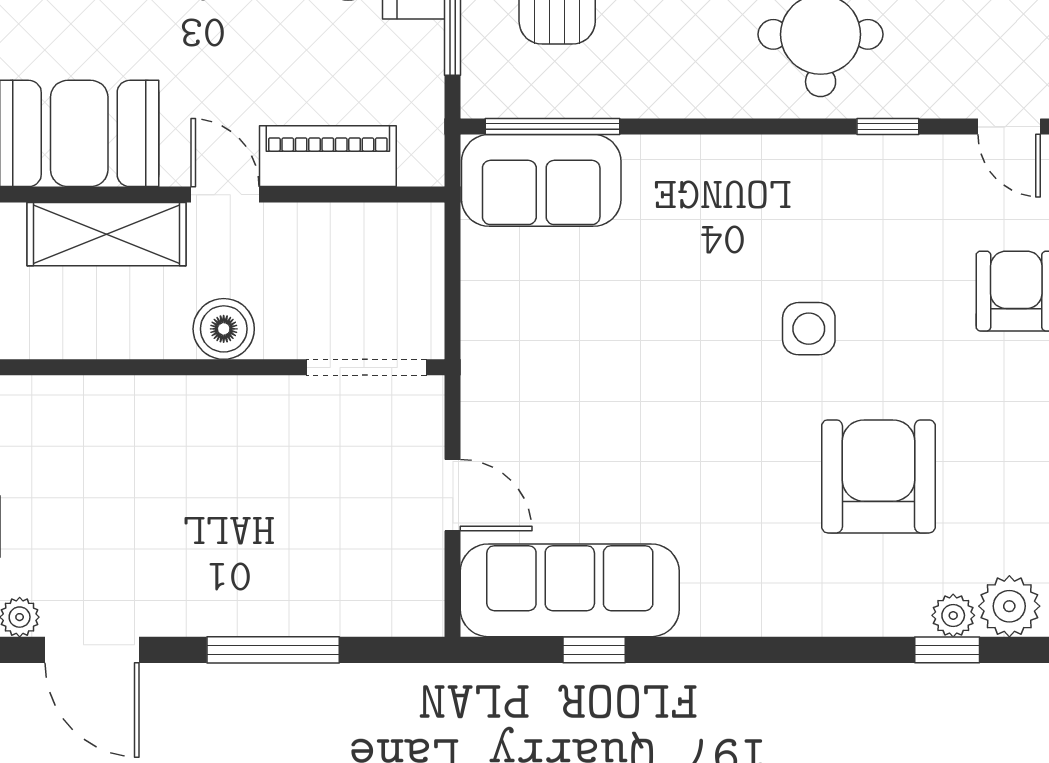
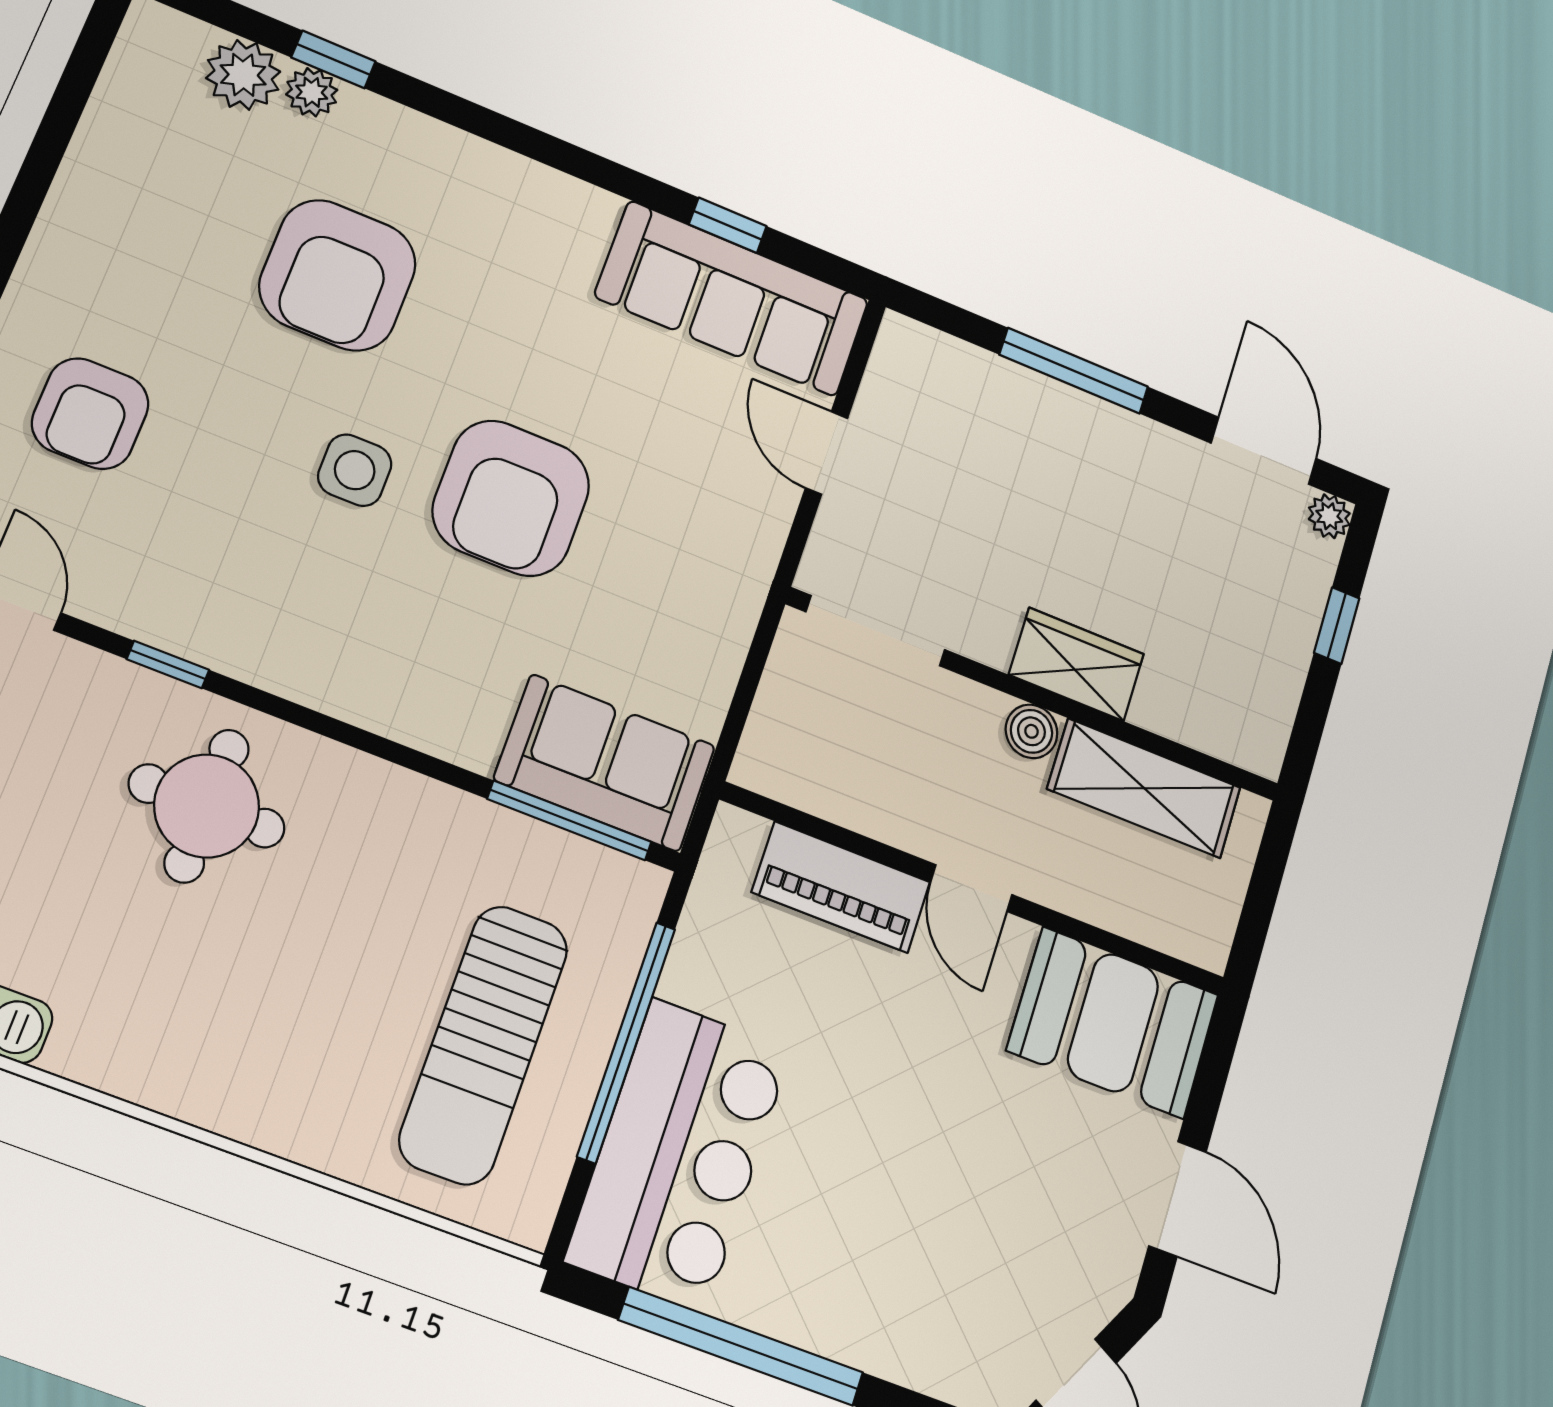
shelving: (107, 234) -> (1144, 788), moved
boiler: (224, 329) -> (1031, 731), width x0.73, depth x0.73
armchair: (684, 356) -> (511, 498), added
wardrobe: (196, 406) -> (1076, 664), added

